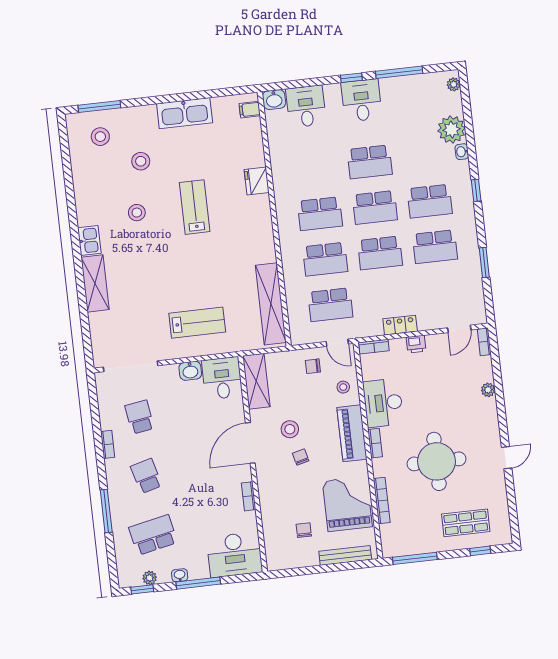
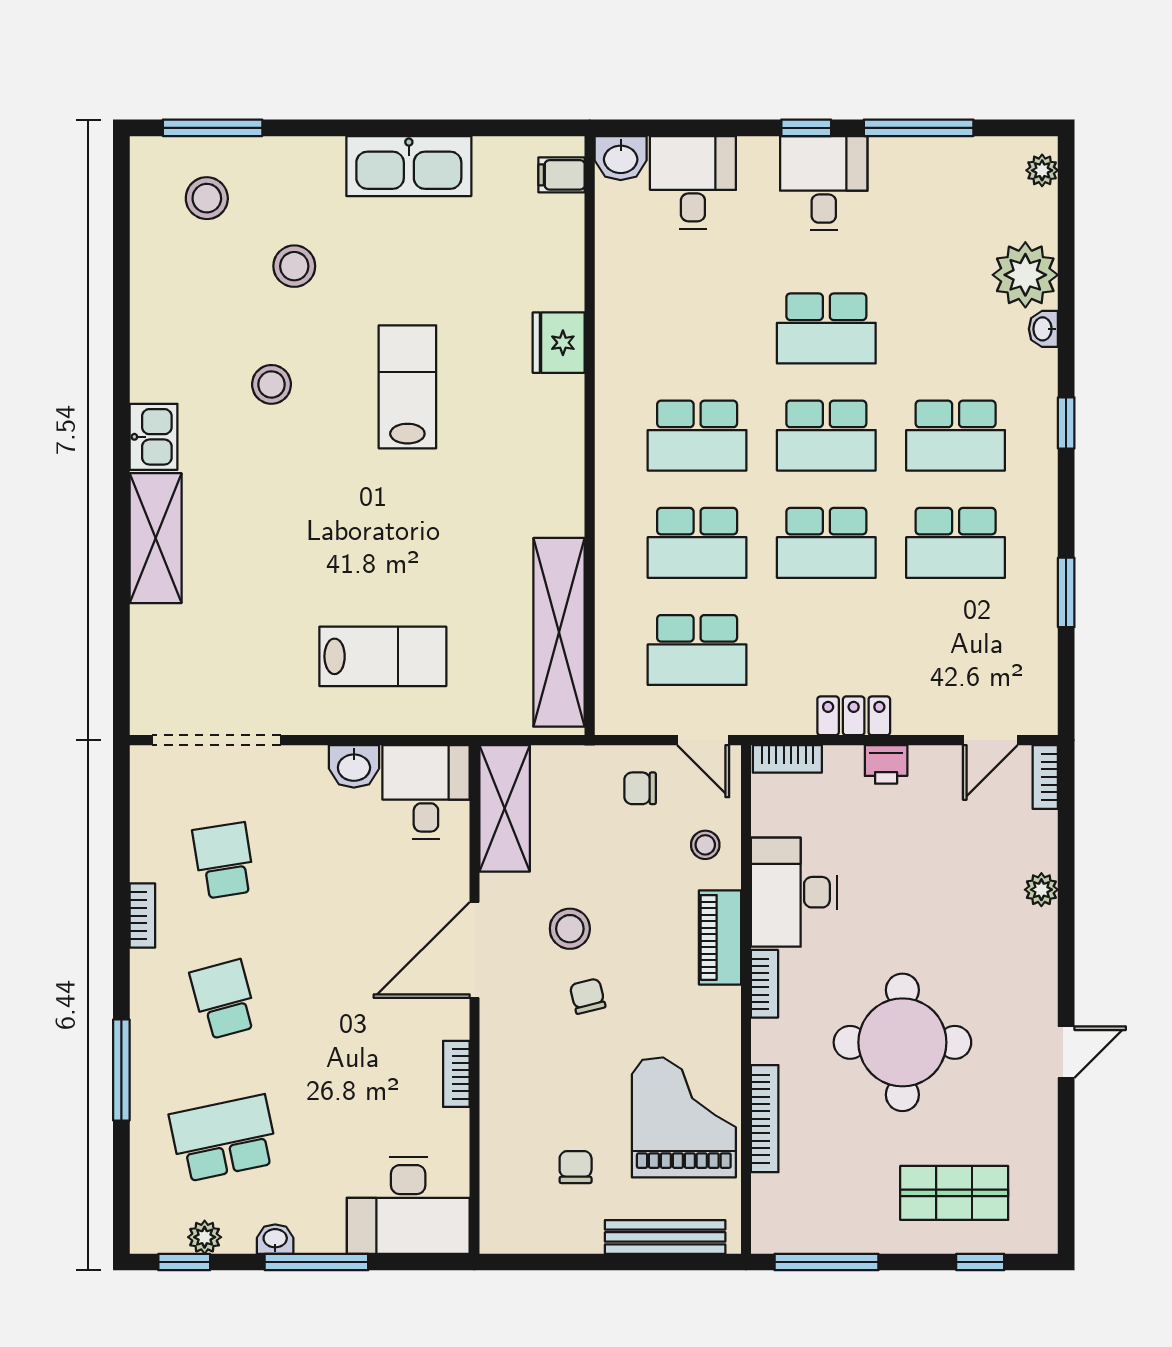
piano: (352, 433) -> (720, 937), width x0.73, depth x0.75

